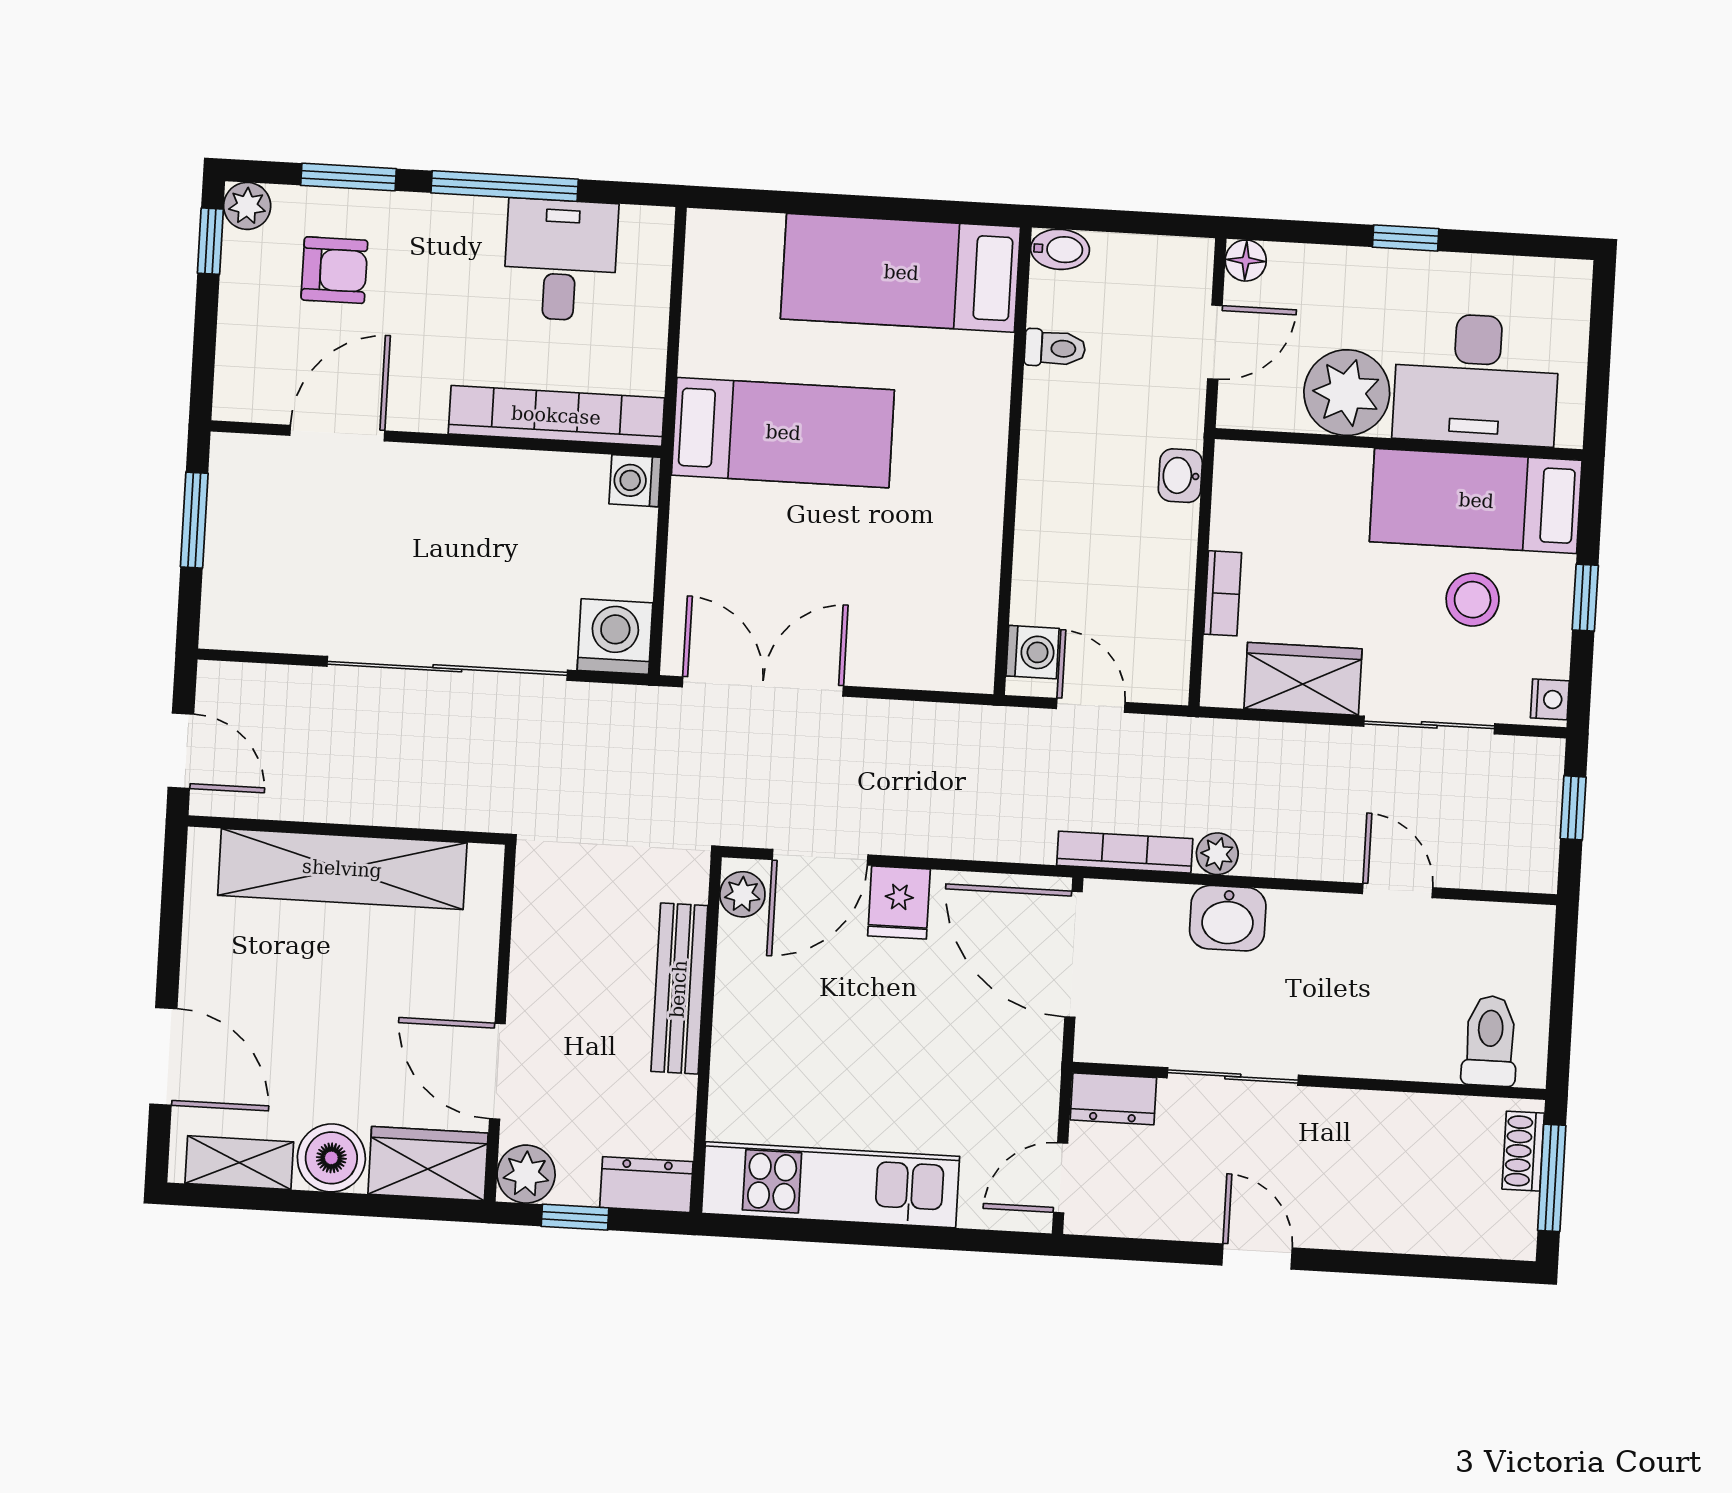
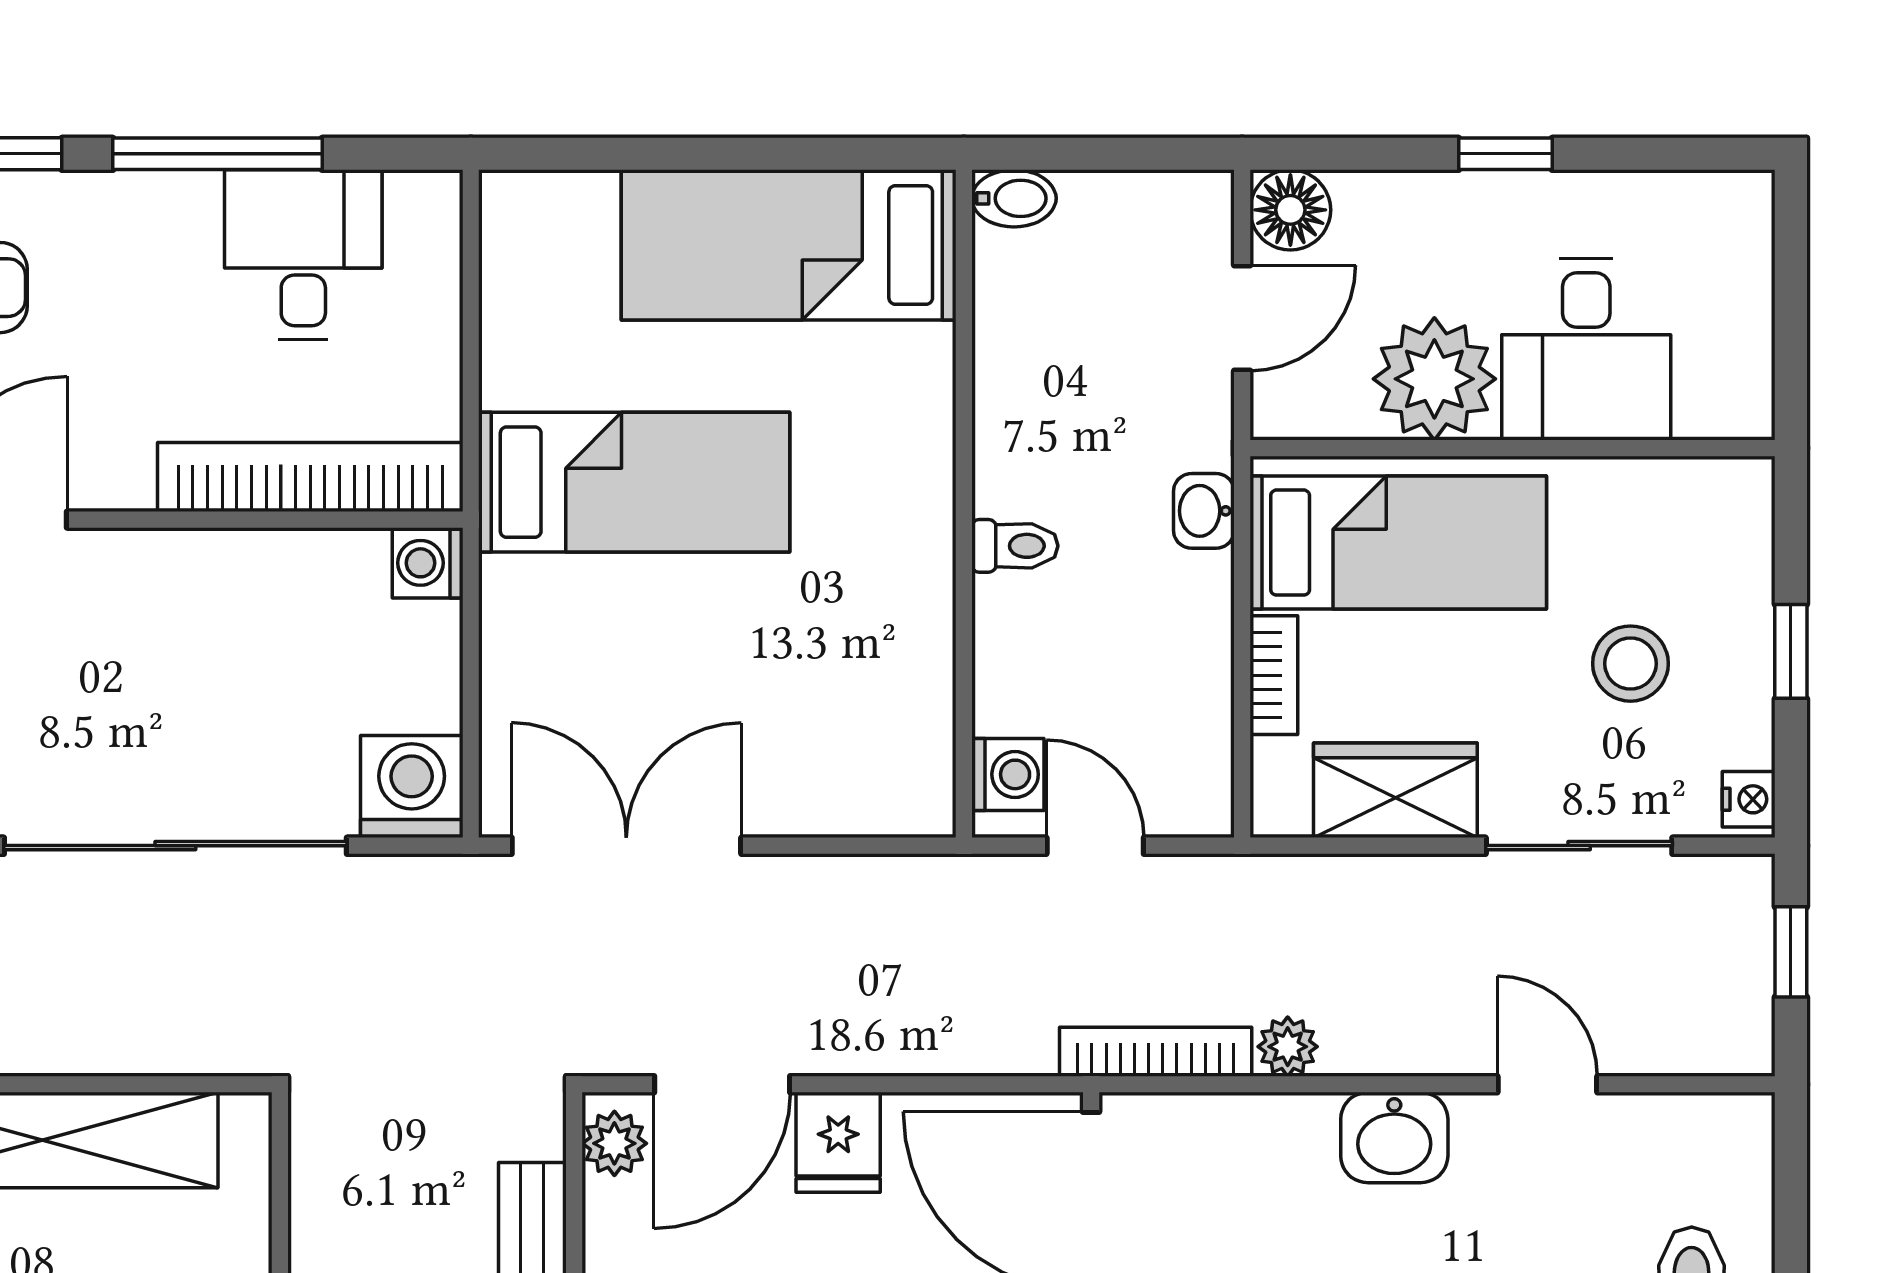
floor lamp: (1246, 261) -> (1290, 210), width x1.37, depth x1.37
toilet: (1055, 348) -> (1015, 546), moved
desk: (1476, 379) -> (1586, 349), width x0.73
bed: (1476, 501) -> (1398, 543), moved, turned 180
washbasin: (1228, 918) -> (1394, 1137), moved

